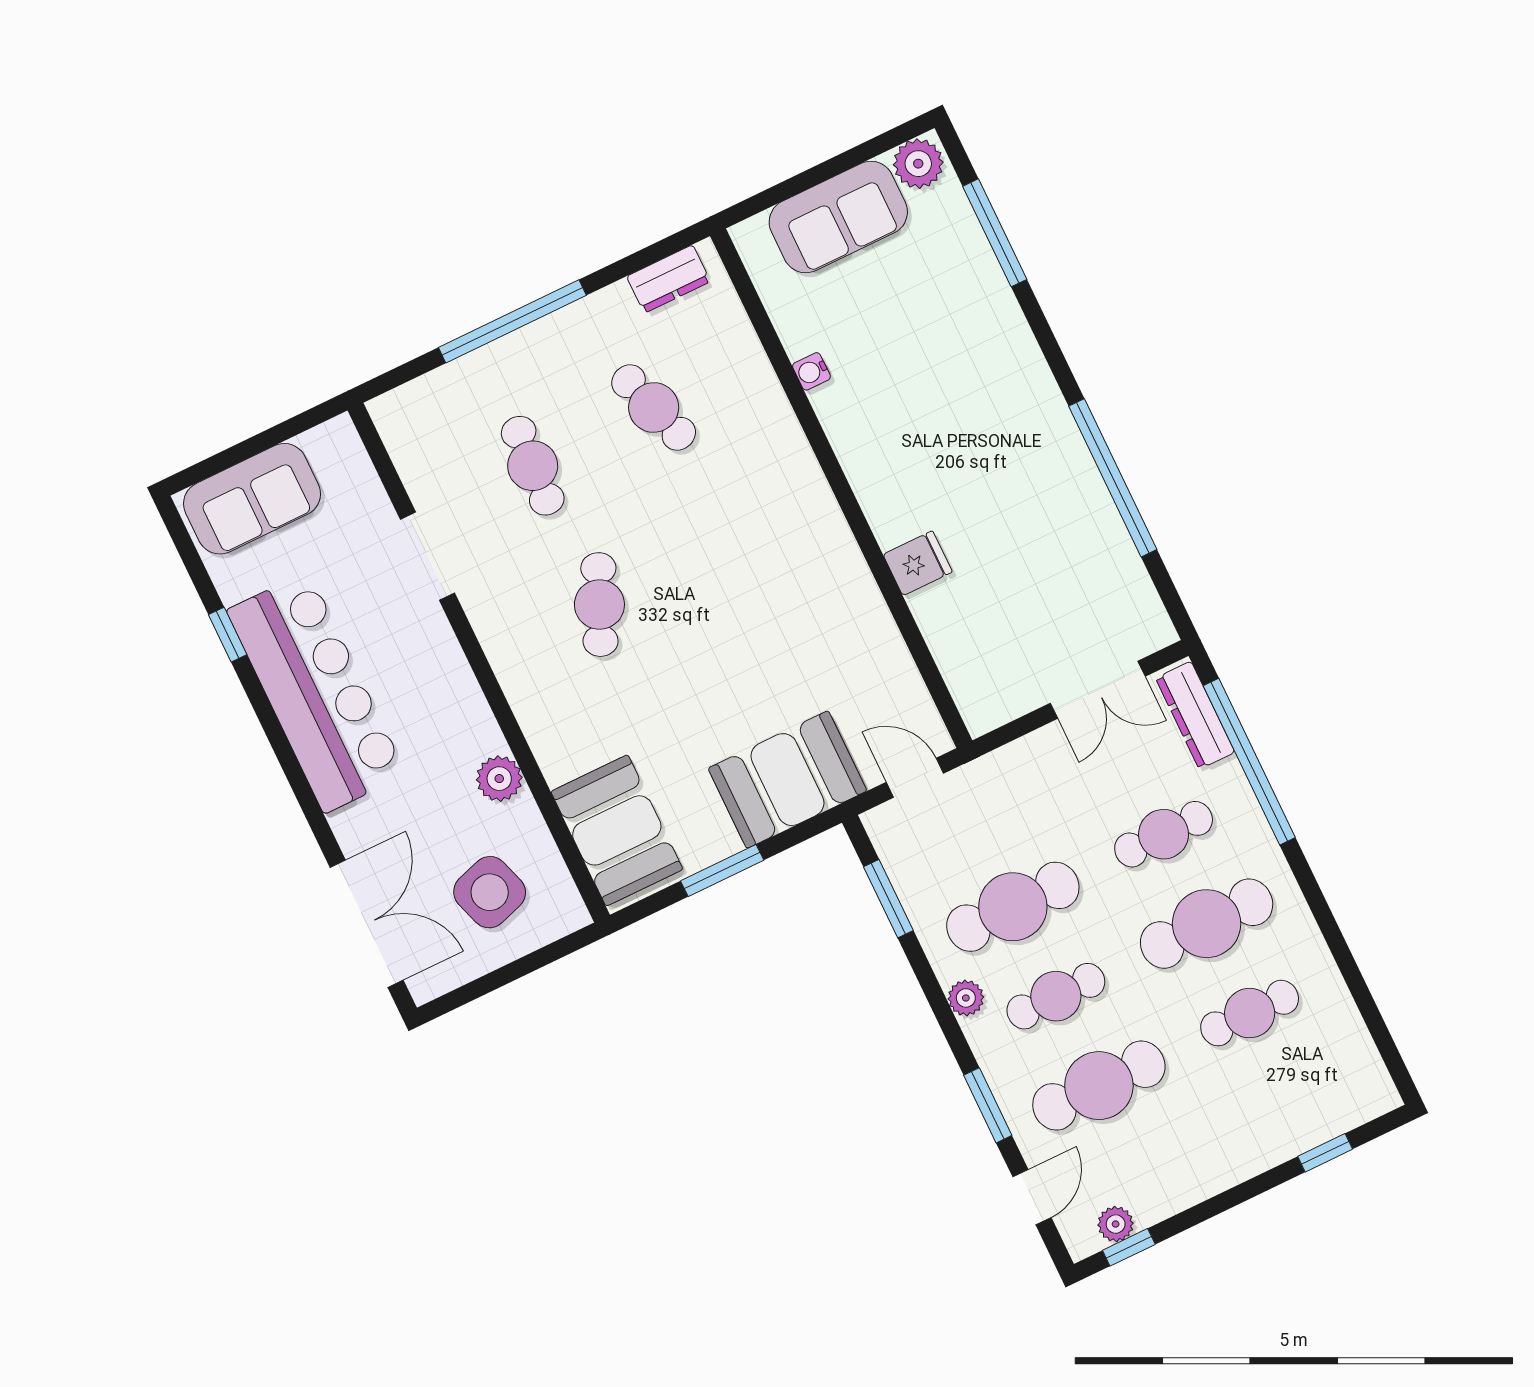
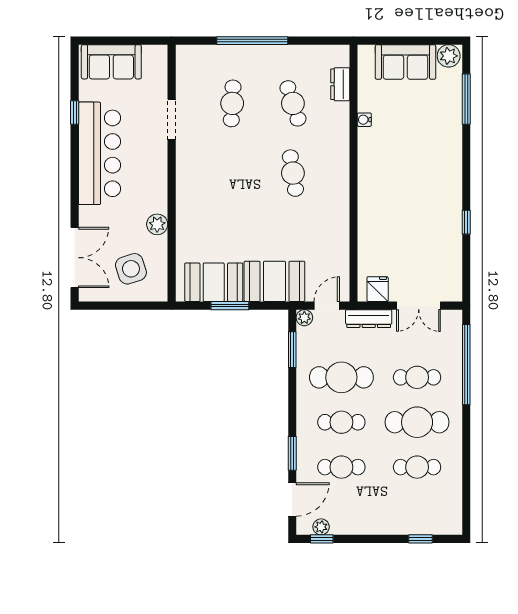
dresser: (669, 279) -> (340, 84), moved, turned 90
window: (1113, 478) -> (466, 222), width x0.32
fridge: (918, 563) -> (378, 289), moved, turned -90
cafe table: (599, 605) -> (293, 173), moved, turned -33
dresser: (1195, 715) -> (369, 319), moved, turned -90
door: (915, 778) -> (327, 306), hinge flipped
booth: (617, 830) -> (214, 282), moved, turned 90
plant: (966, 998) -> (304, 318), moved
cafe table: (1099, 1086) -> (341, 467), width x0.73, depth x0.74
door: (1032, 1197) -> (292, 499), width x1.38

